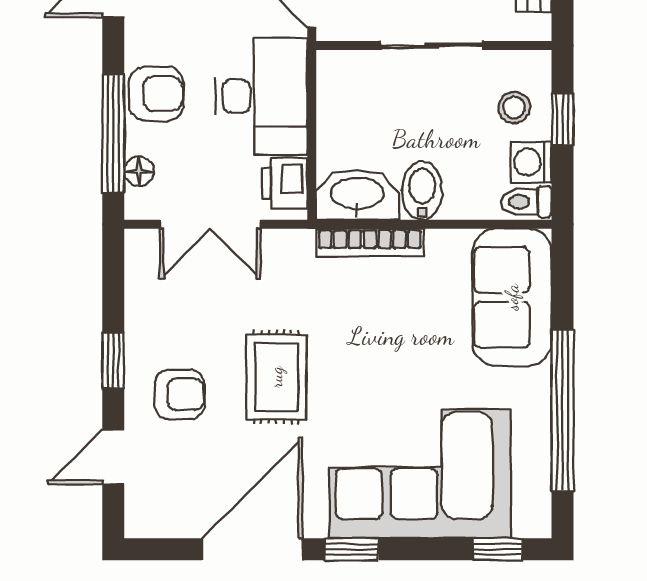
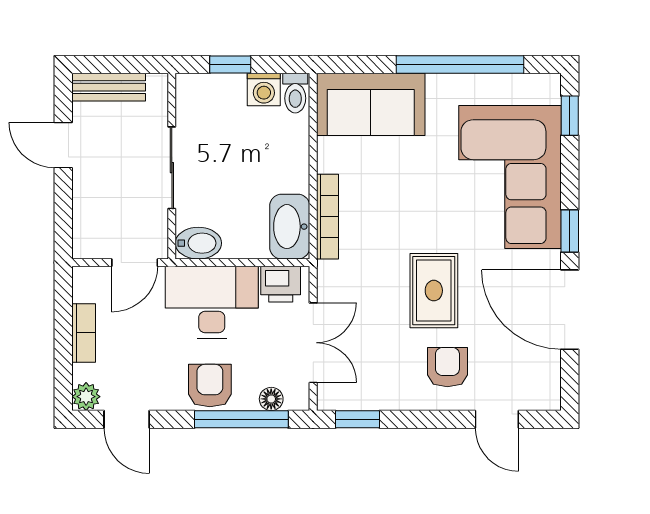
stool: (514, 107) -> (221, 103), removed
bidet: (422, 191) -> (198, 243), moved, turned 180
window: (113, 360) -> (357, 419), moved
rug: (276, 377) -> (434, 291), turned 90

